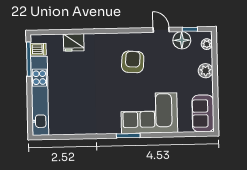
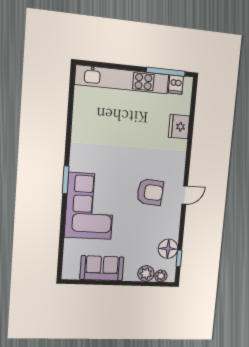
door: (161, 30) -> (185, 195), moved
plant: (206, 71) -> (146, 274), moved
sofa: (203, 113) -> (102, 268), moved

